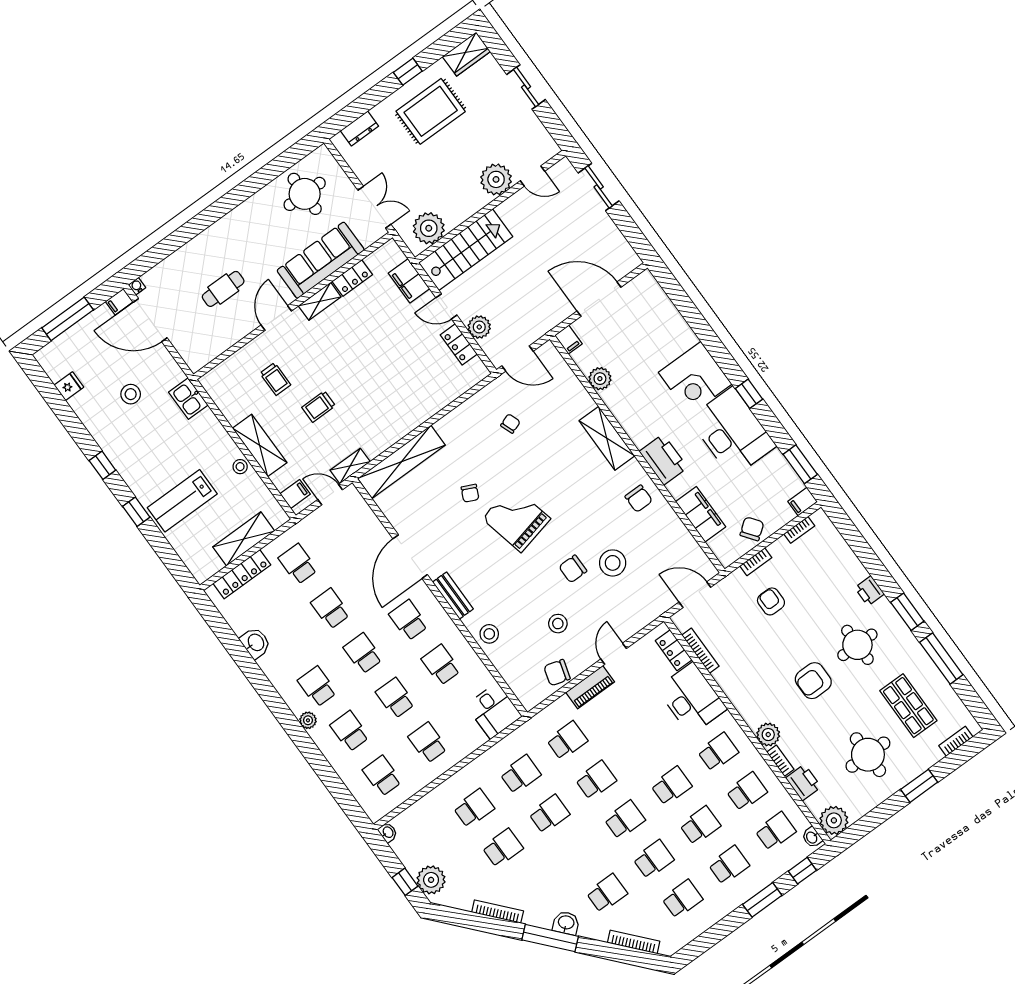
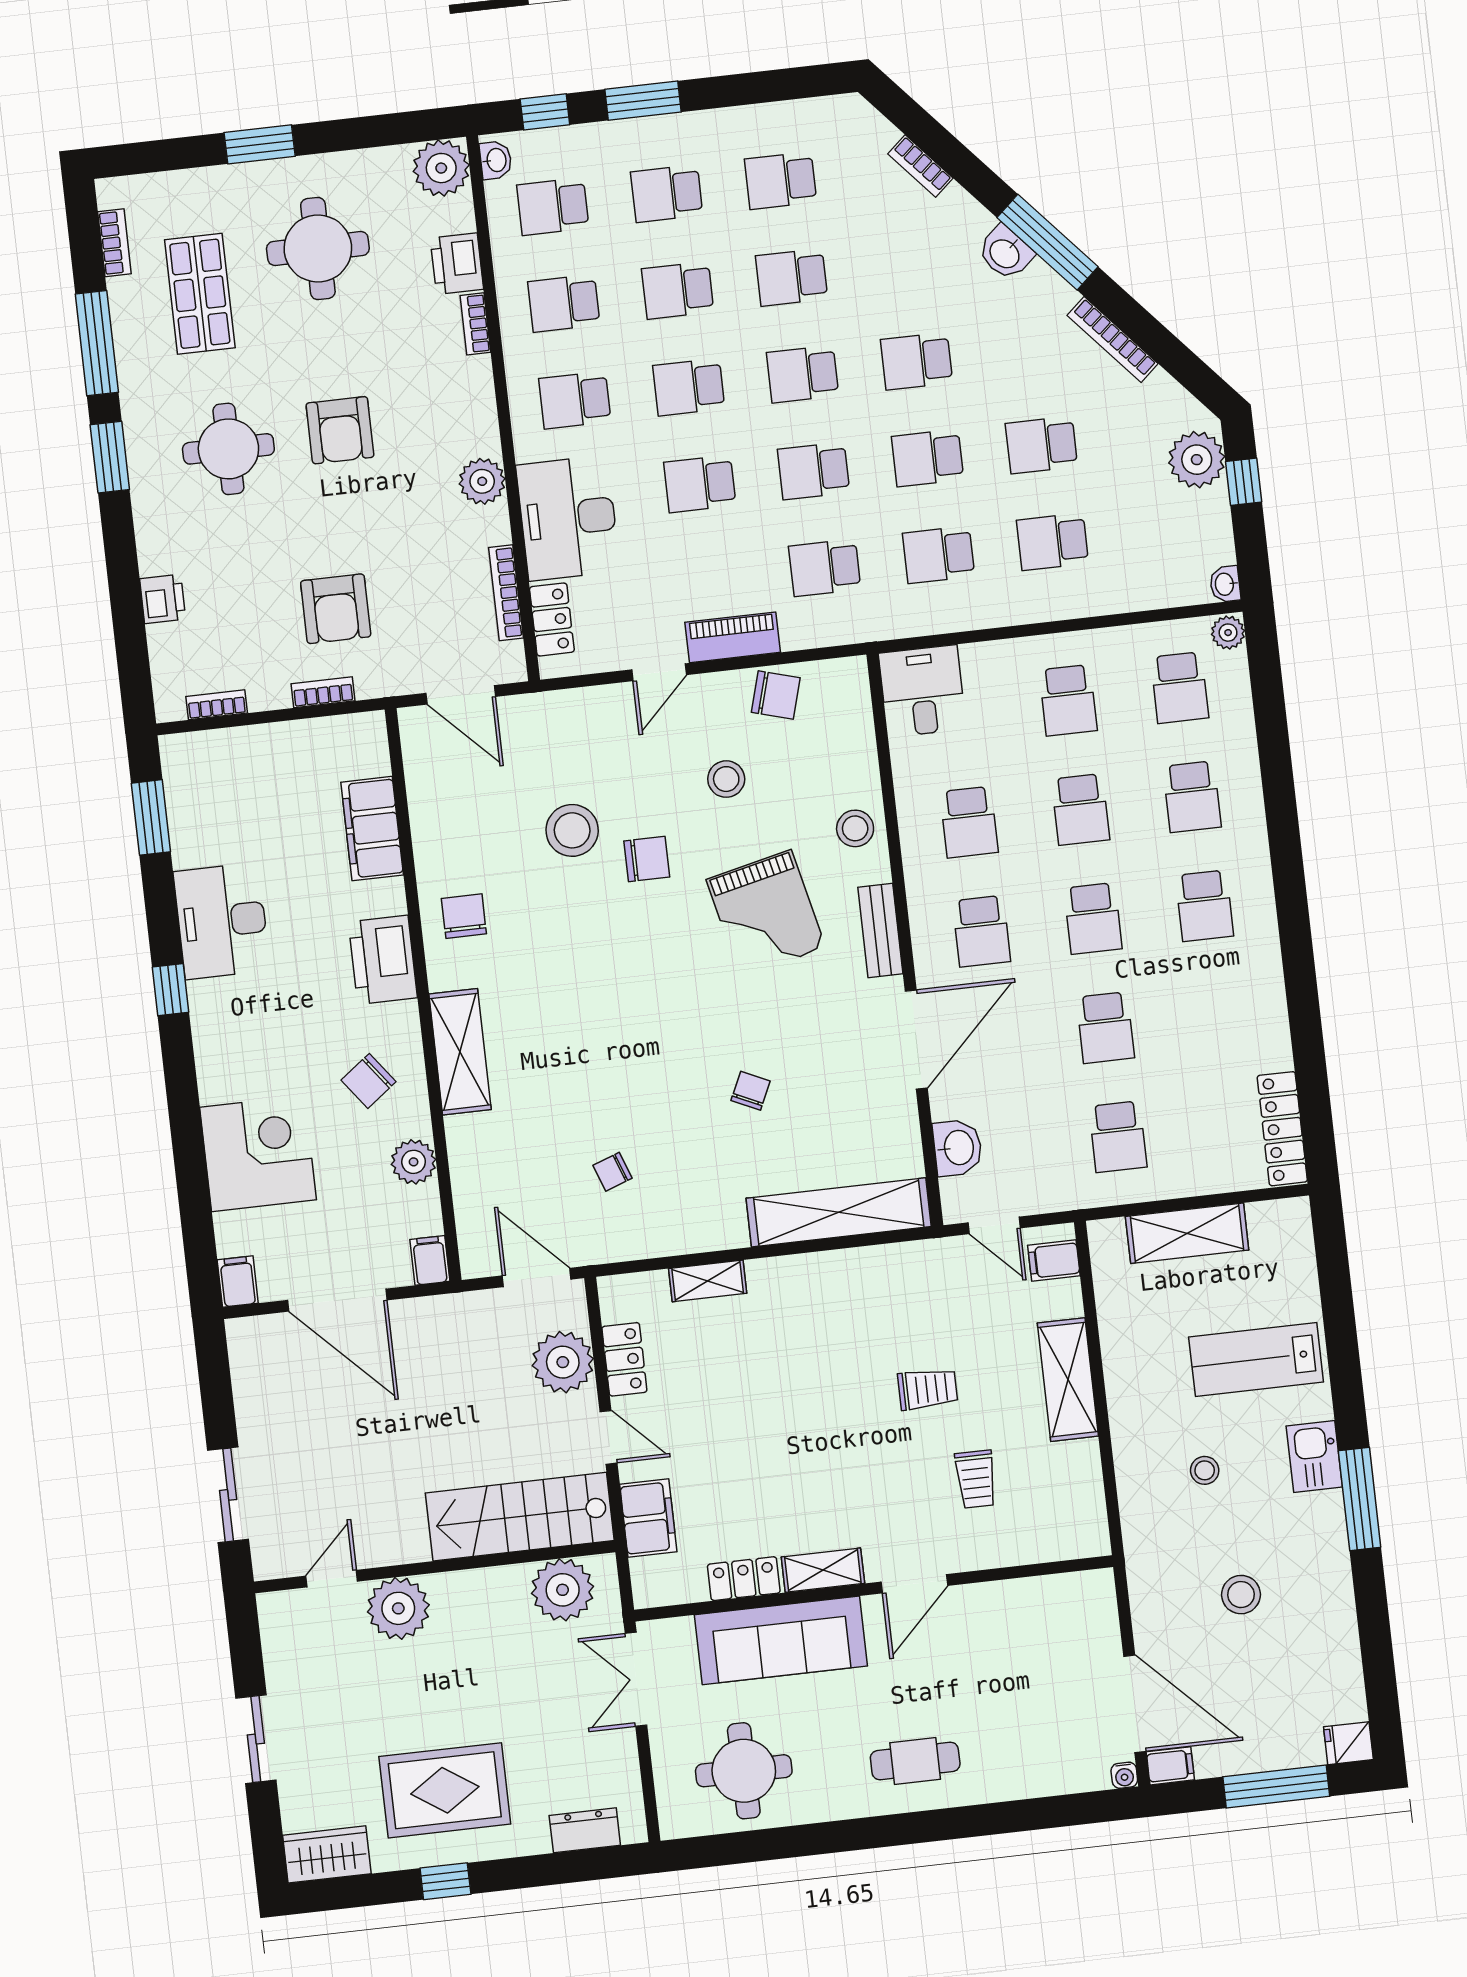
door: (533, 176) -> (332, 1579), hinge flipped
cafe table: (223, 289) -> (915, 1761), moved
plant: (479, 327) -> (563, 1362), width x1.36, depth x1.36
corner desk: (695, 378) -> (258, 1154), moved
trolley: (275, 379) -> (976, 1479), turned 180
fridge: (69, 386) -> (1348, 1743), moved
kitchen sink: (188, 399) -> (1314, 1456), moved, turned 180
desk: (732, 432) -> (222, 921), width x0.73, depth x0.77
window: (102, 465) -> (1360, 1499), width x2.17
shelving: (350, 466) -> (708, 1281), moved
stool: (240, 467) -> (1205, 1470), moved
lab bench: (182, 501) -> (1256, 1359), turned 180
filing cabinet: (803, 502) -> (238, 1282), moved, turned -90
window: (136, 512) -> (1347, 1385), removed
grand piano: (516, 519) -> (766, 913), moved
chair: (752, 529) -> (369, 1081), moved
locker: (242, 574) -> (1282, 1129), moved, turned -90
printer: (869, 591) -> (163, 599), moved
armchair: (771, 601) -> (336, 609), width x1.38, depth x1.38
washbasin: (255, 643) -> (958, 1148), moved, turned 180
armchair: (813, 681) -> (340, 430), turned 90
plant: (308, 720) -> (1228, 633), moved
plant: (768, 735) -> (482, 481), moved
bookcase: (956, 741) -> (114, 243), moved, turned -90
school desk: (643, 746) -> (700, 484), added
school desk: (607, 893) -> (917, 361), moved
bookcase: (634, 942) -> (920, 166), width x0.64

